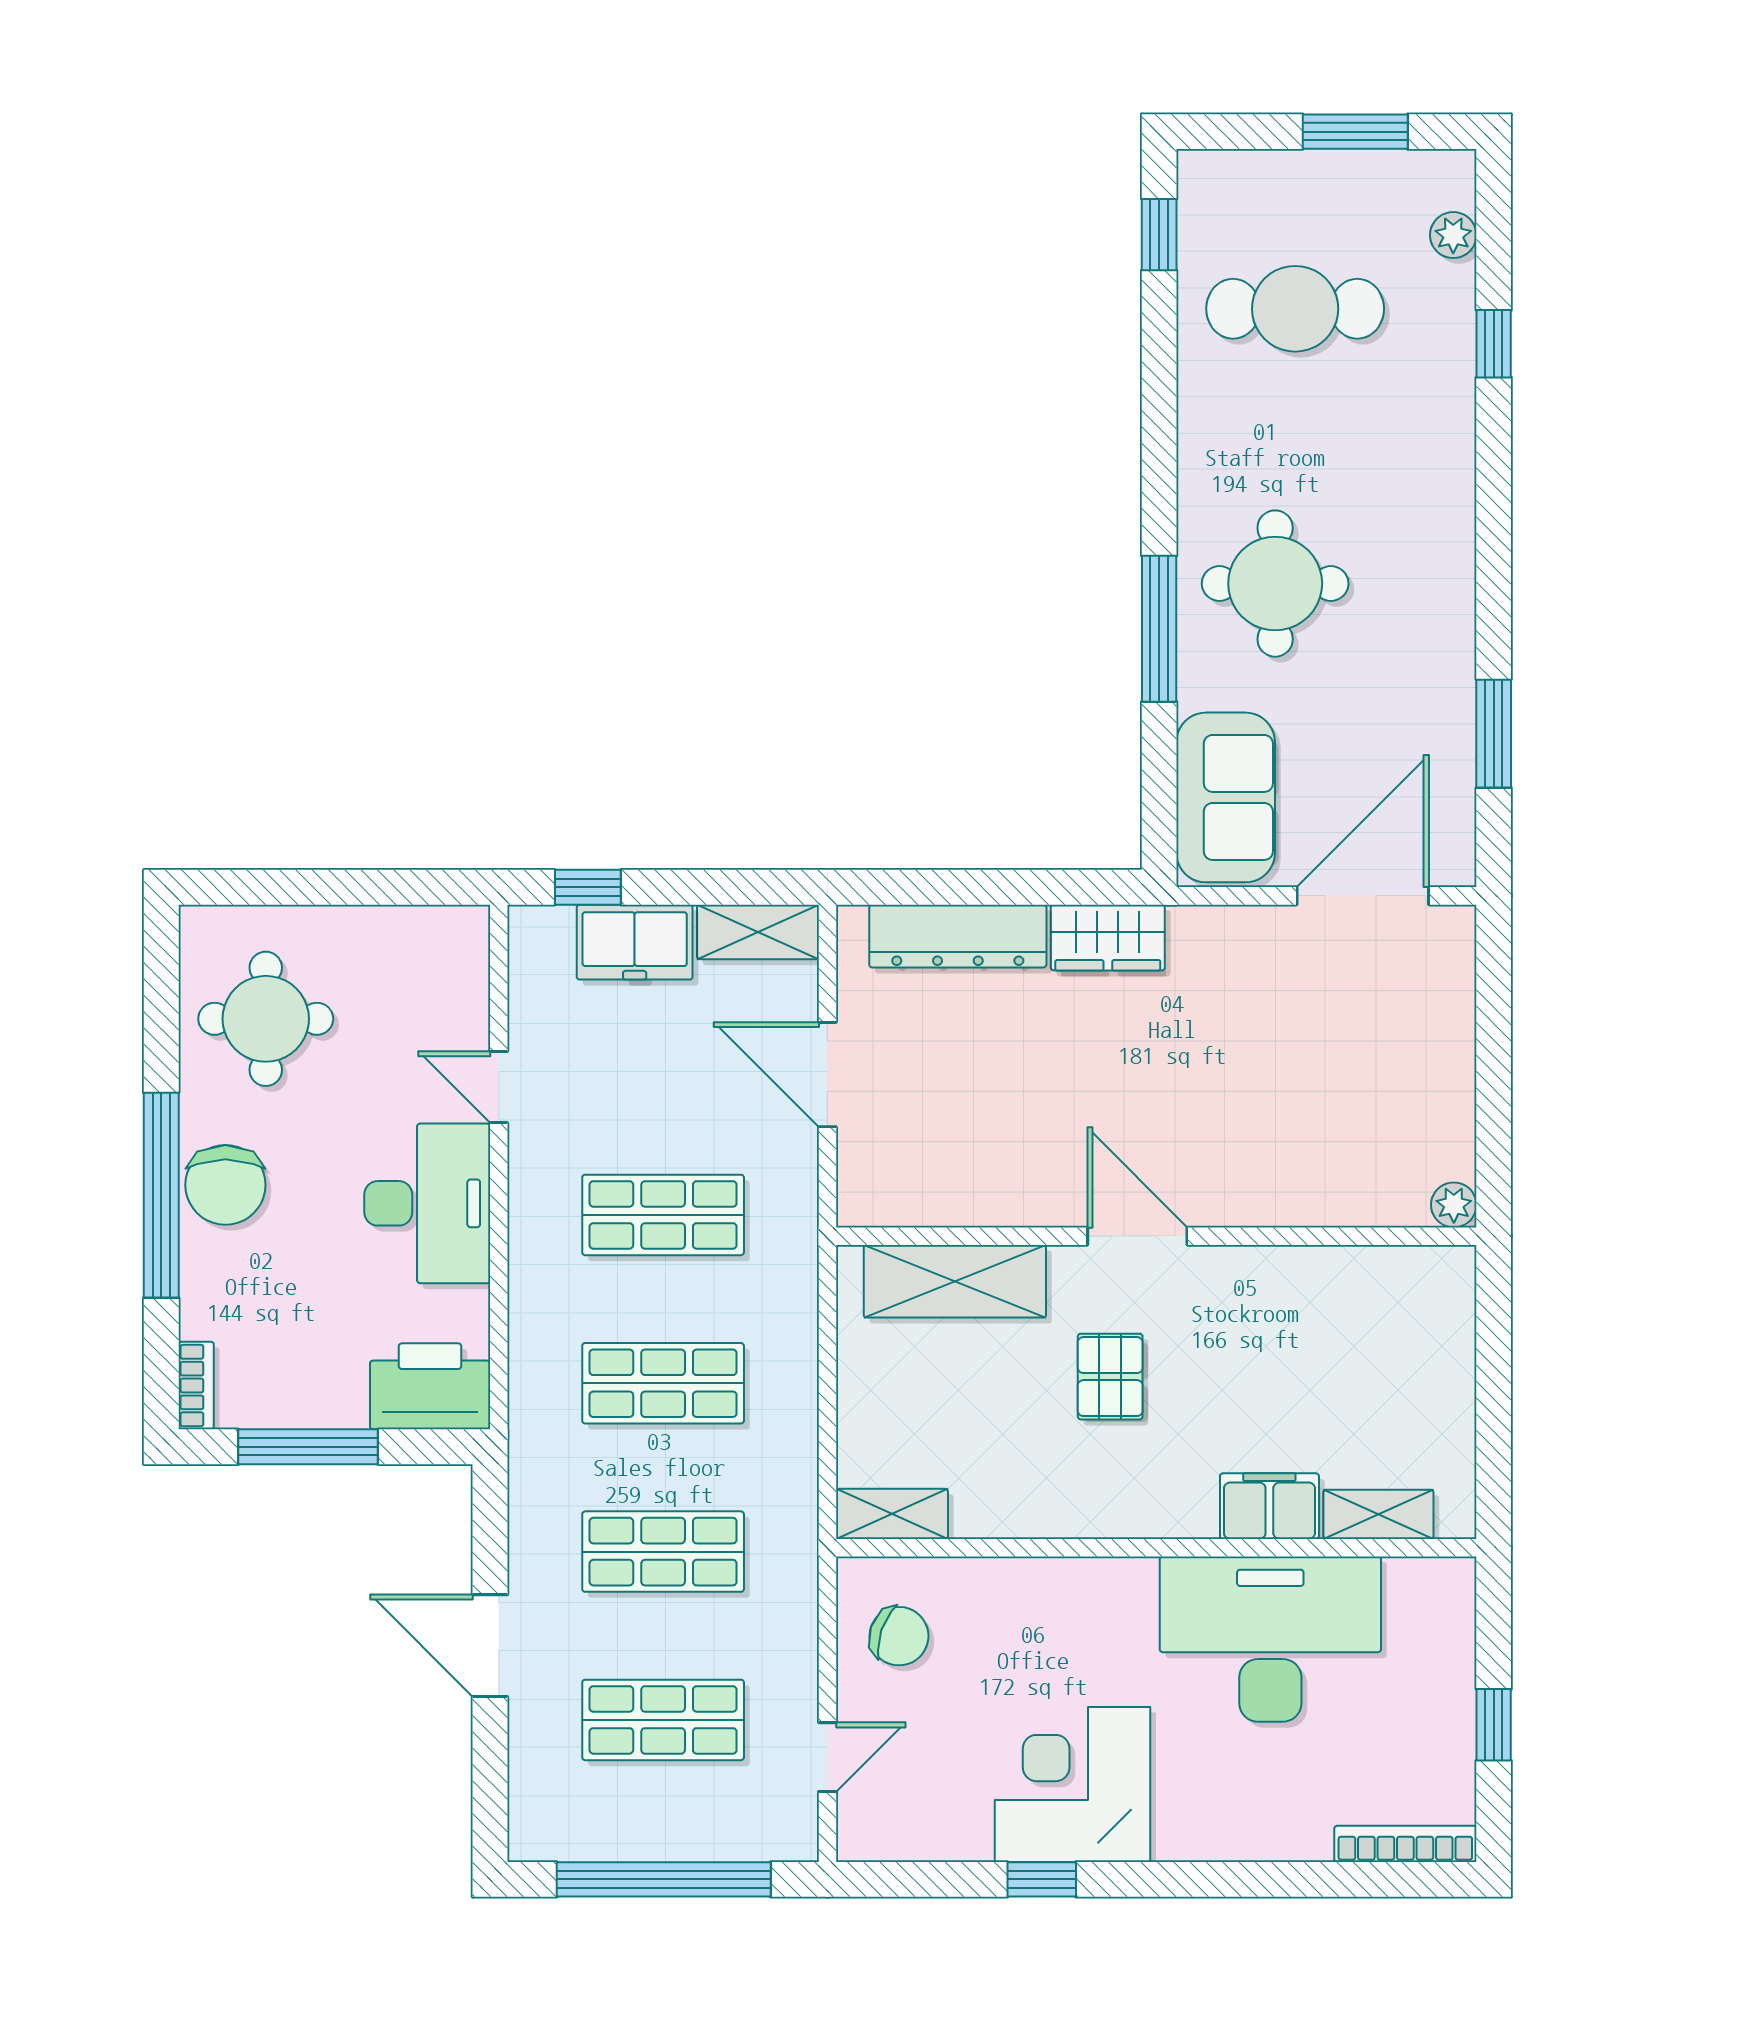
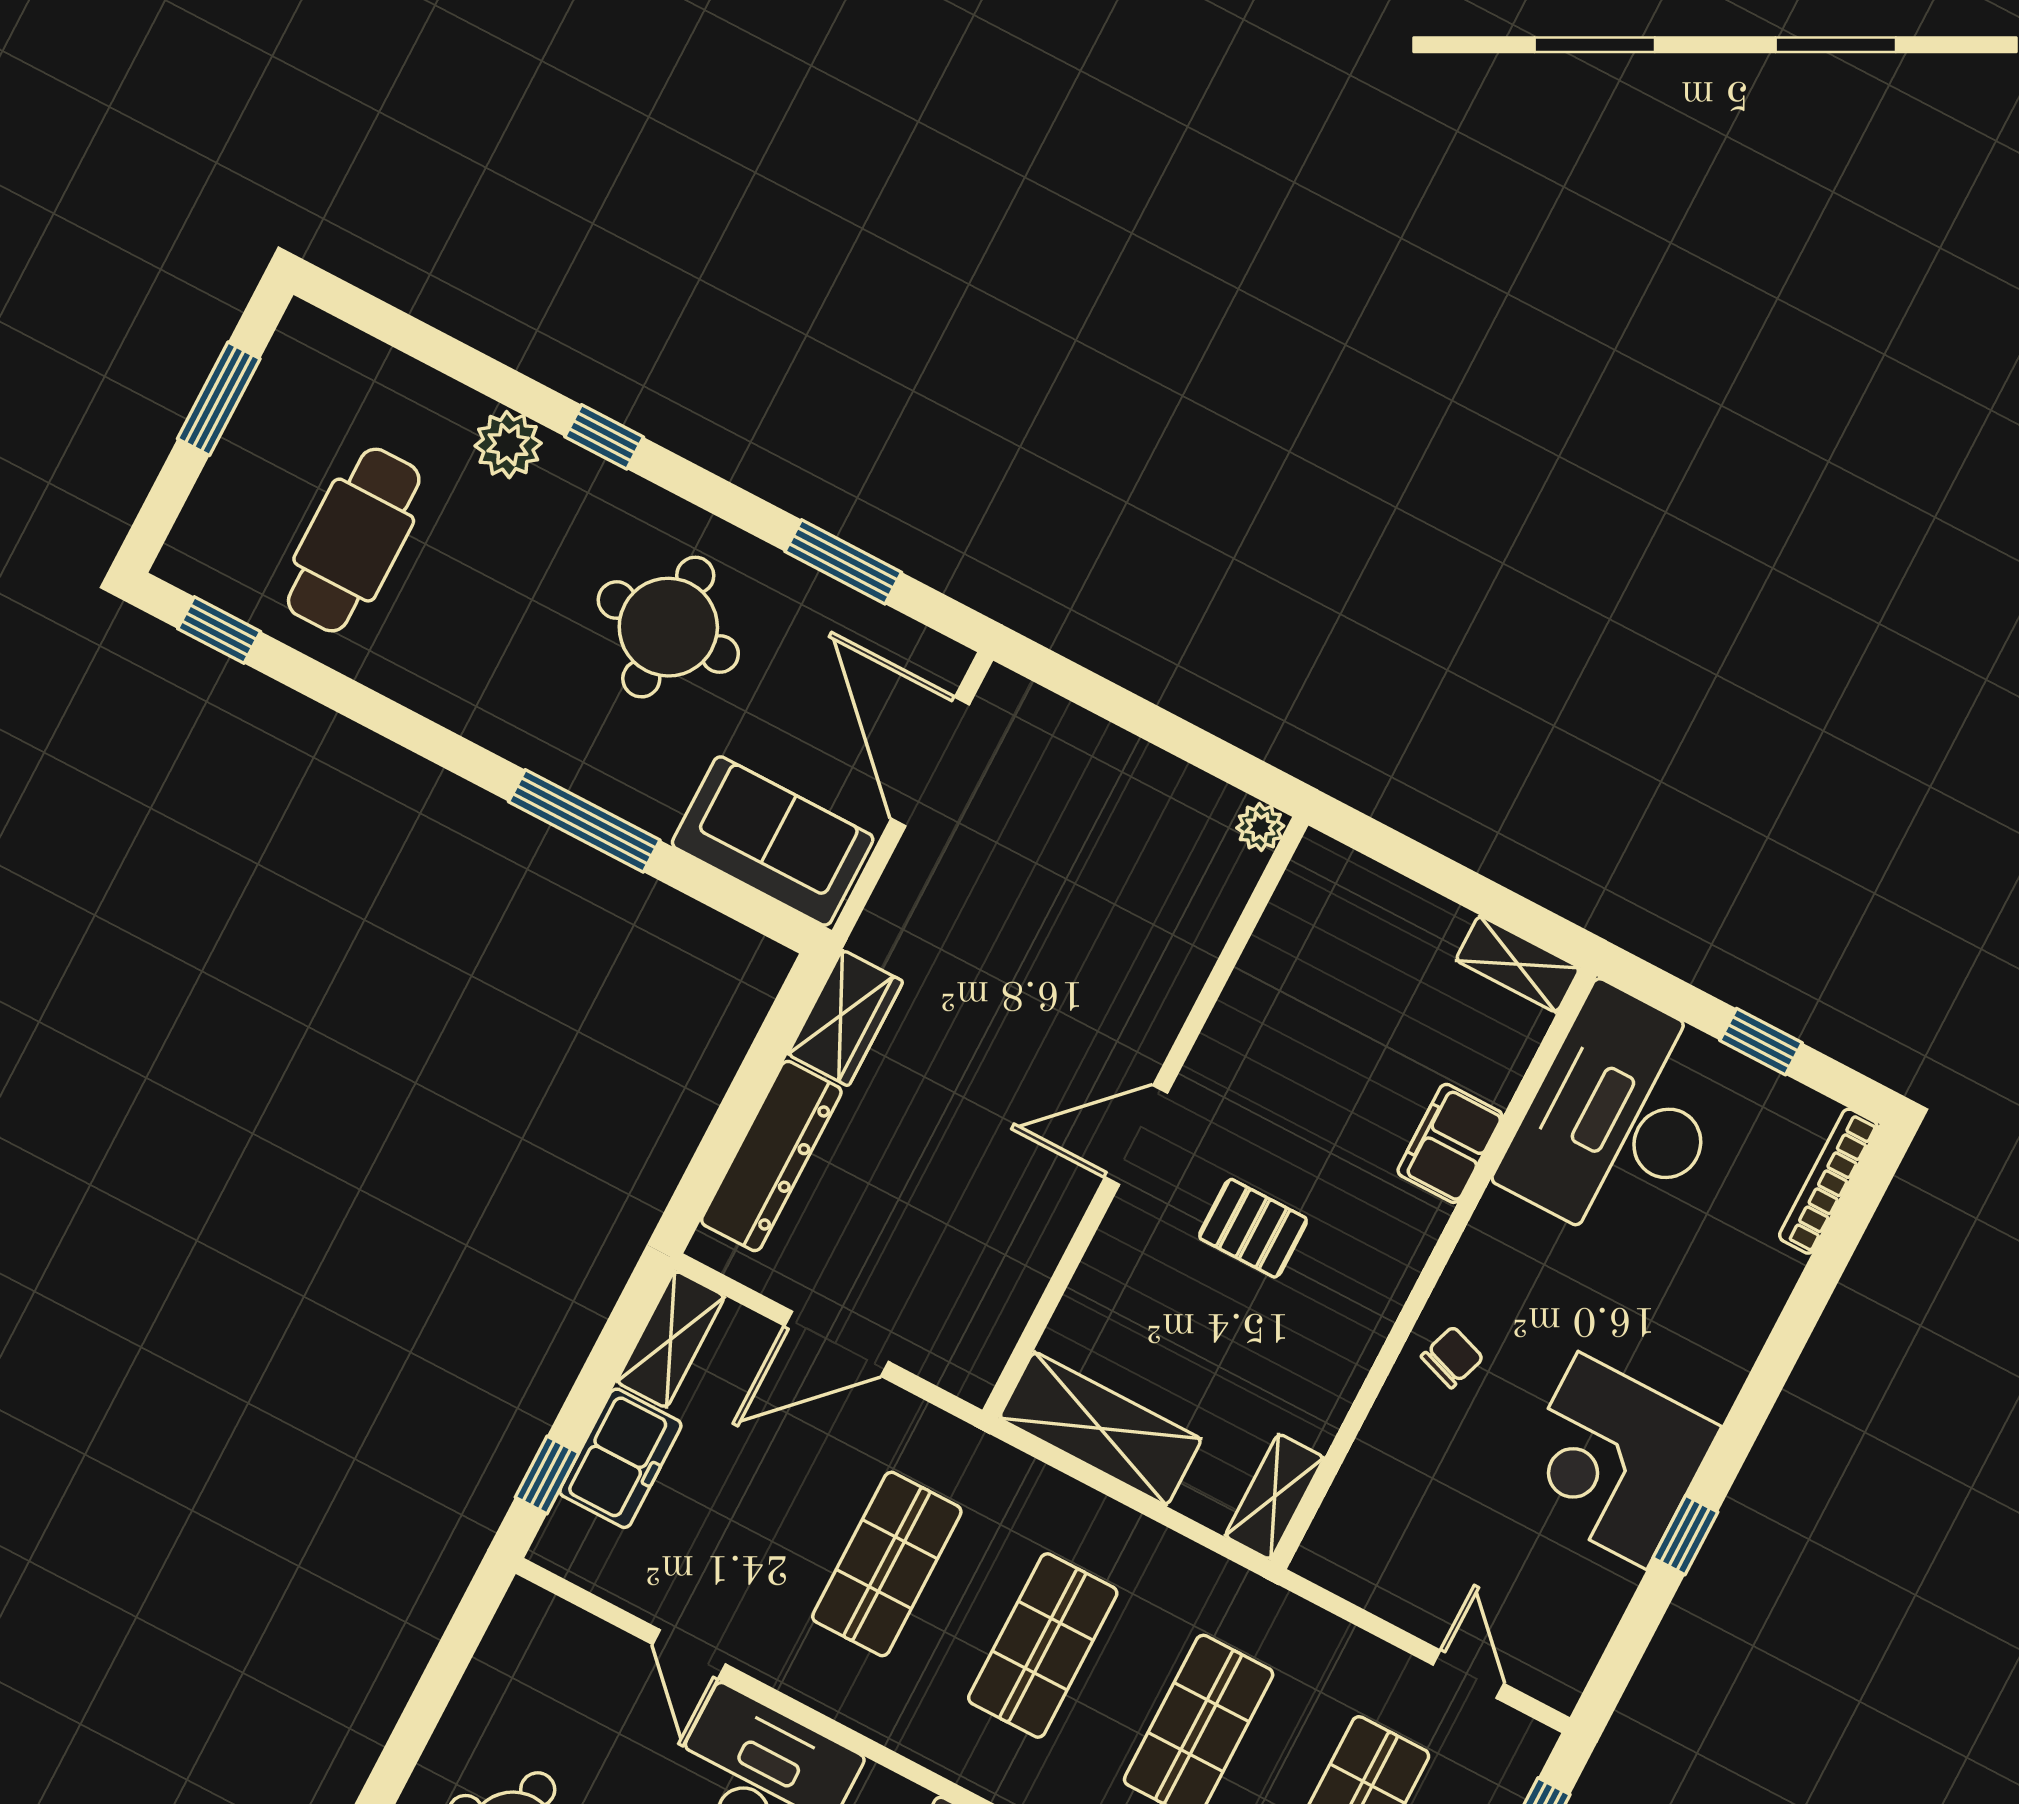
plant: (1453, 235) -> (508, 445), moved, width x1.38, depth x1.38
window: (1494, 344) -> (604, 437), moved
round table: (1275, 584) -> (668, 627), moved
door: (499, 1087) -> (689, 1654), hinge flipped
shelving: (955, 1281) -> (1100, 1429), moved, turned 90
shelving: (1378, 1514) -> (1518, 964), moved, turned 90
chair: (899, 1636) -> (1452, 1357), moved, width x0.73, depth x0.73
desk: (1270, 1639) -> (1620, 1119), moved

